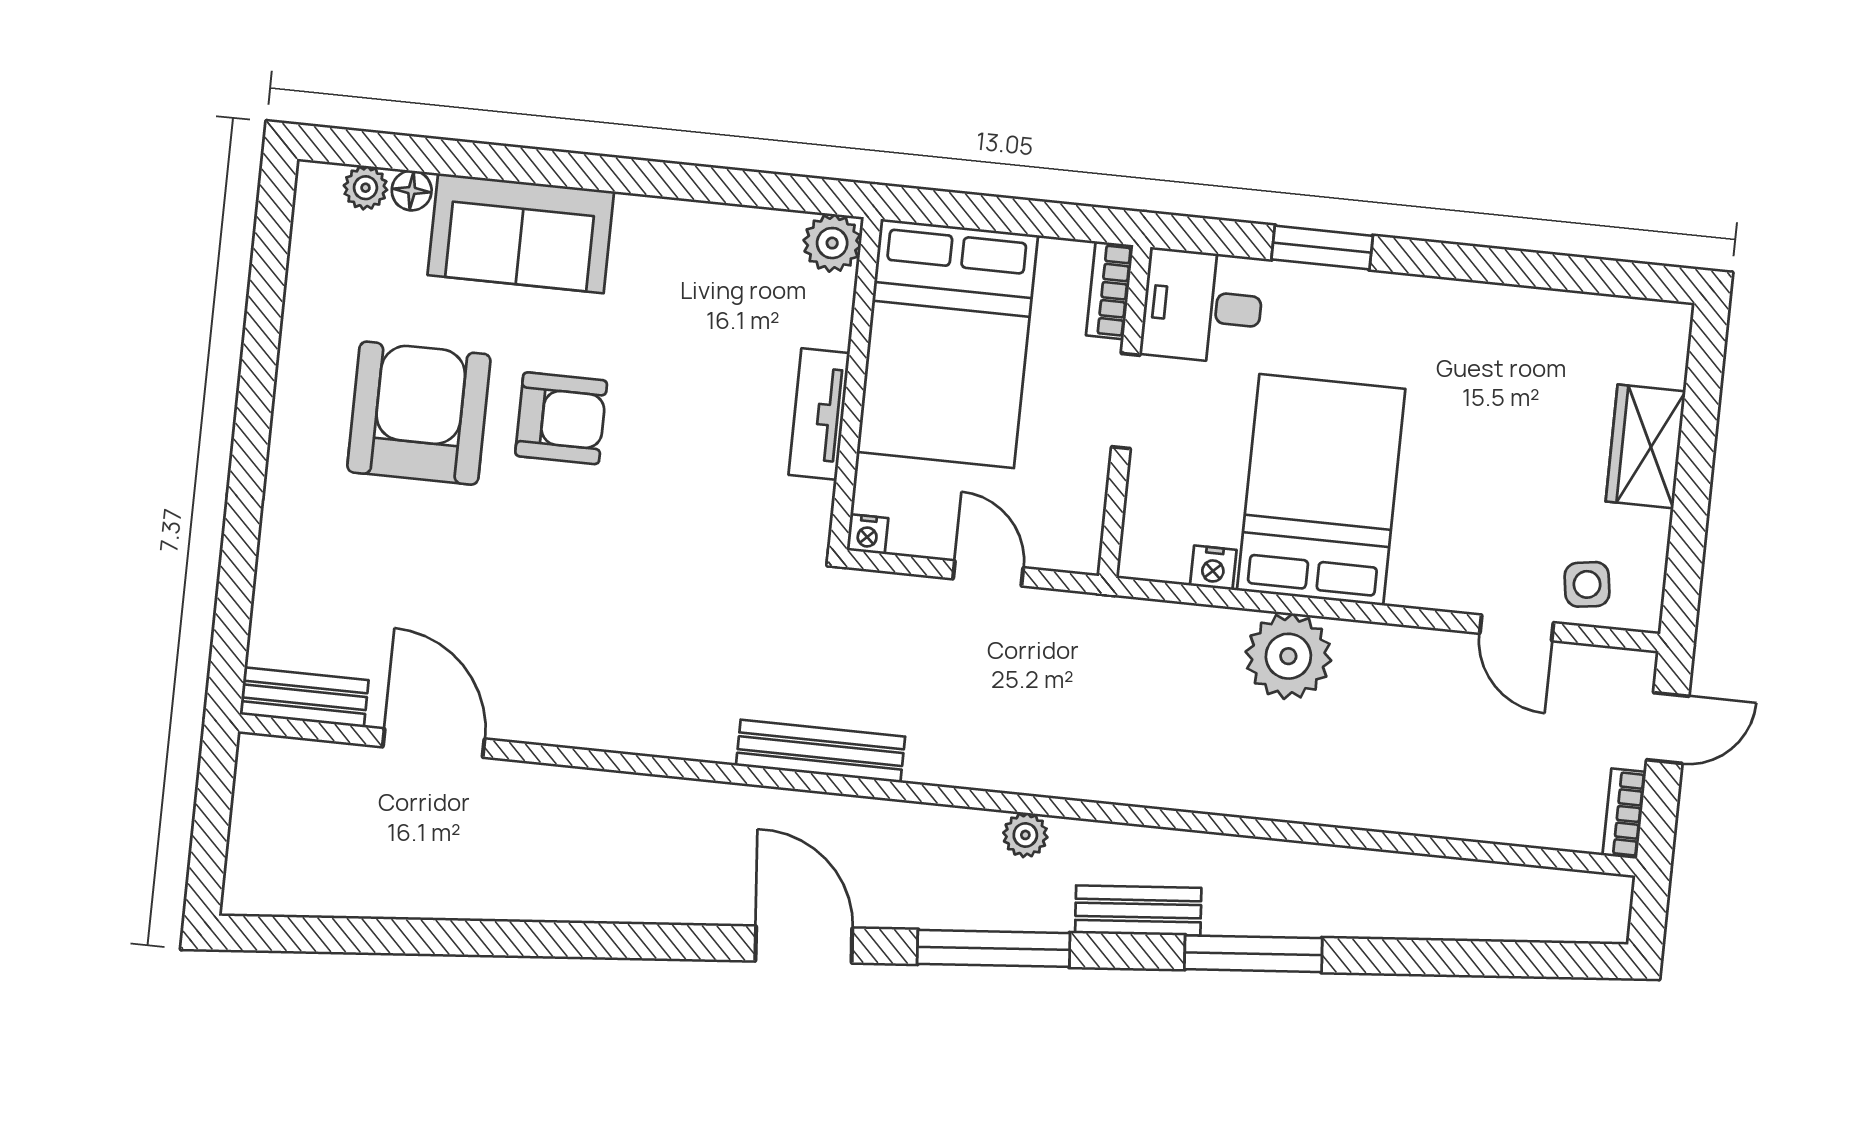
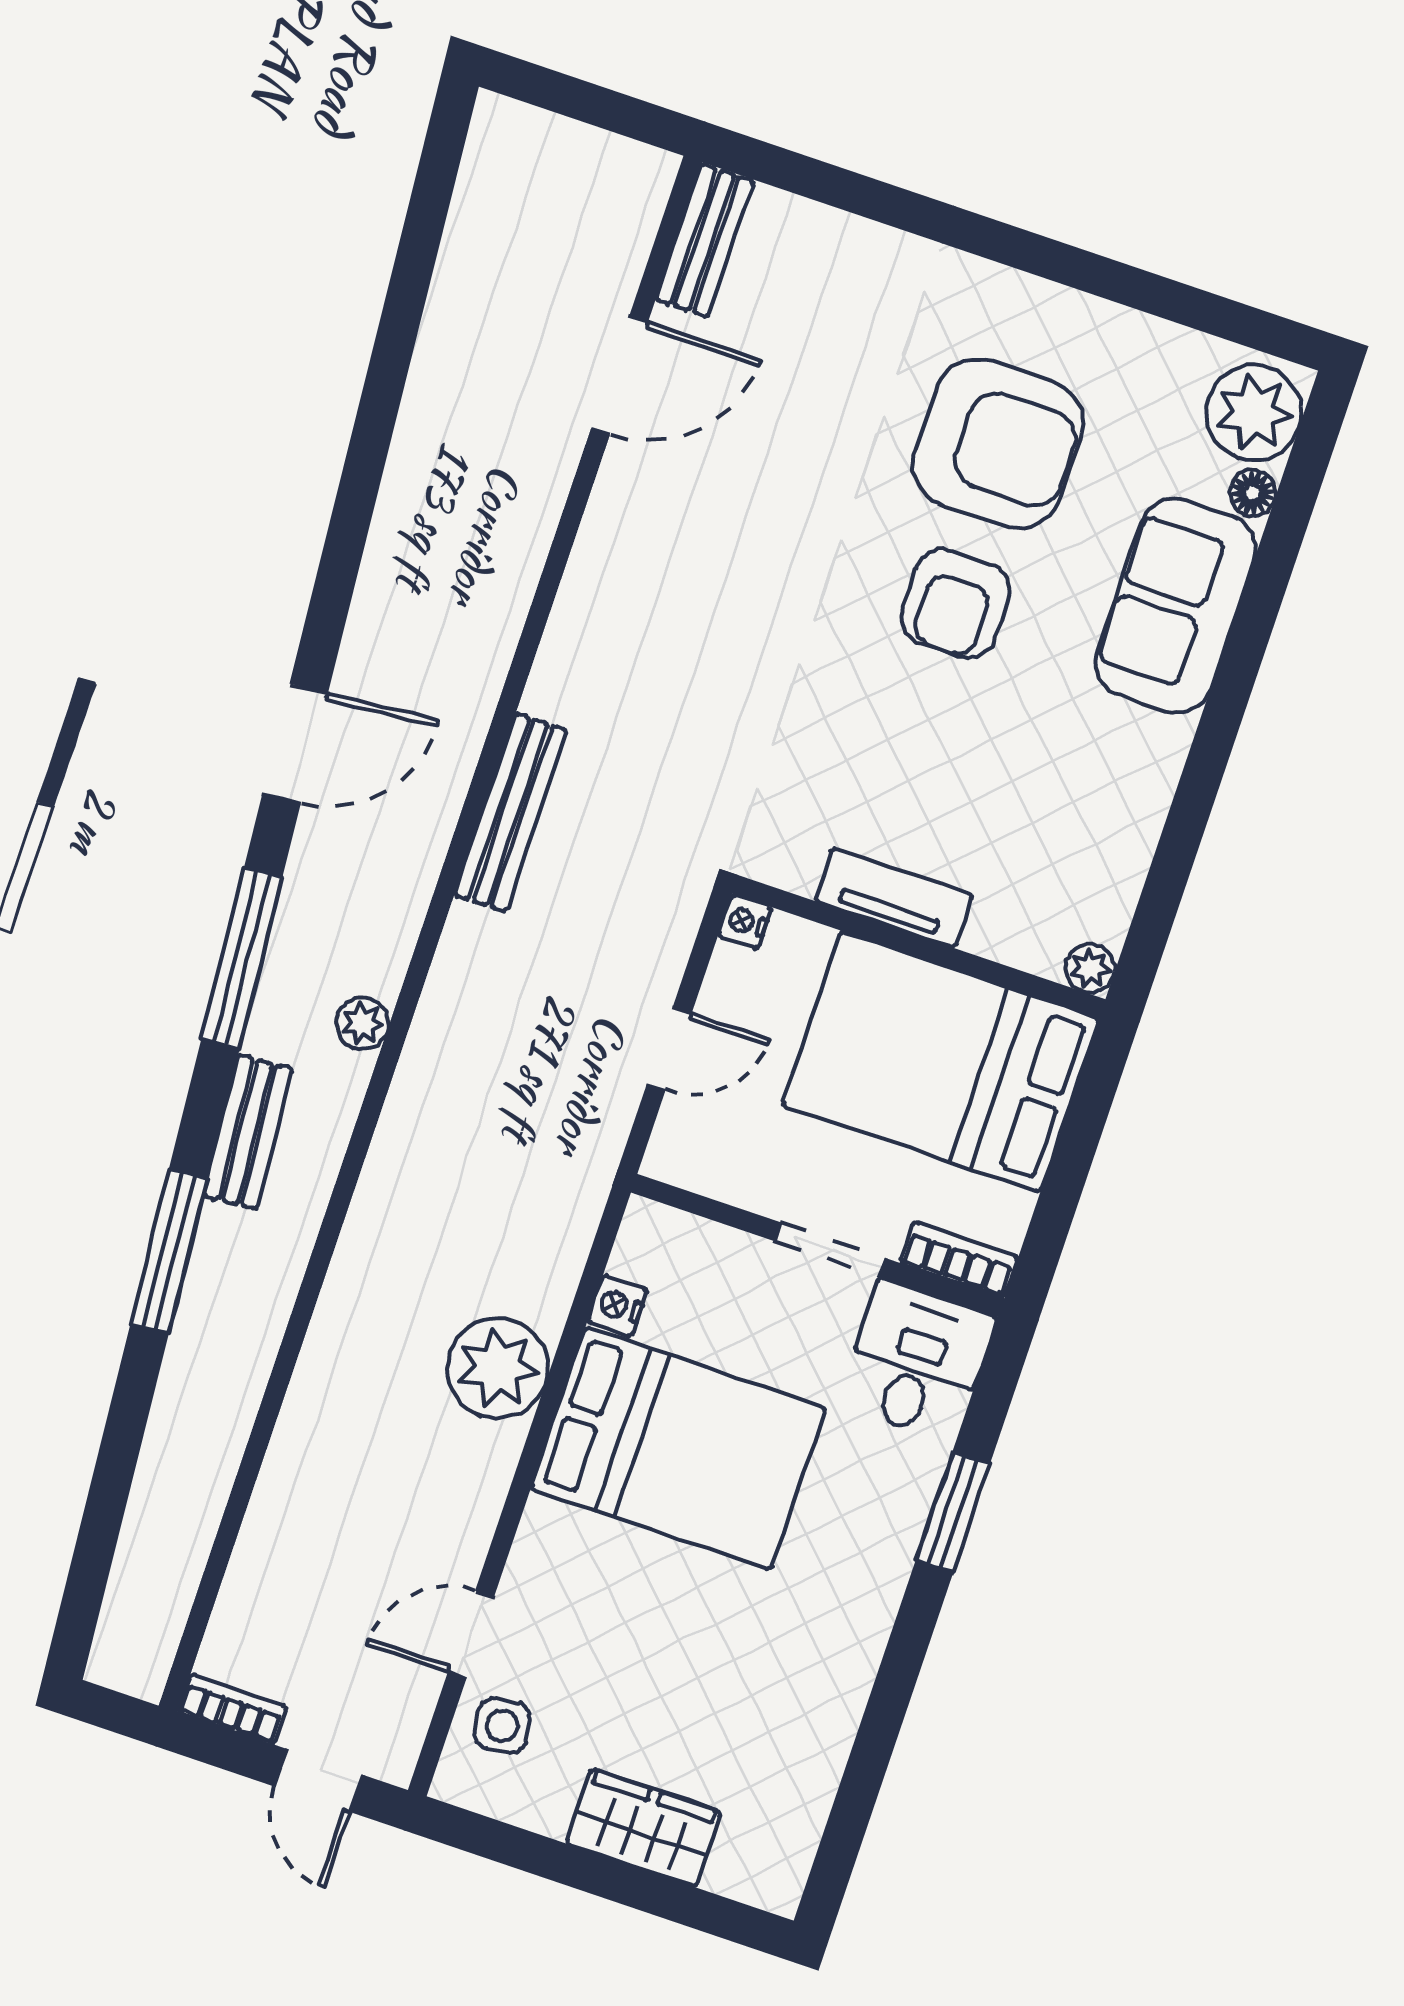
plant: (365, 188) -> (1254, 413), width x1.88, depth x1.88
plant: (832, 243) -> (1090, 968), width x0.73, depth x0.73

